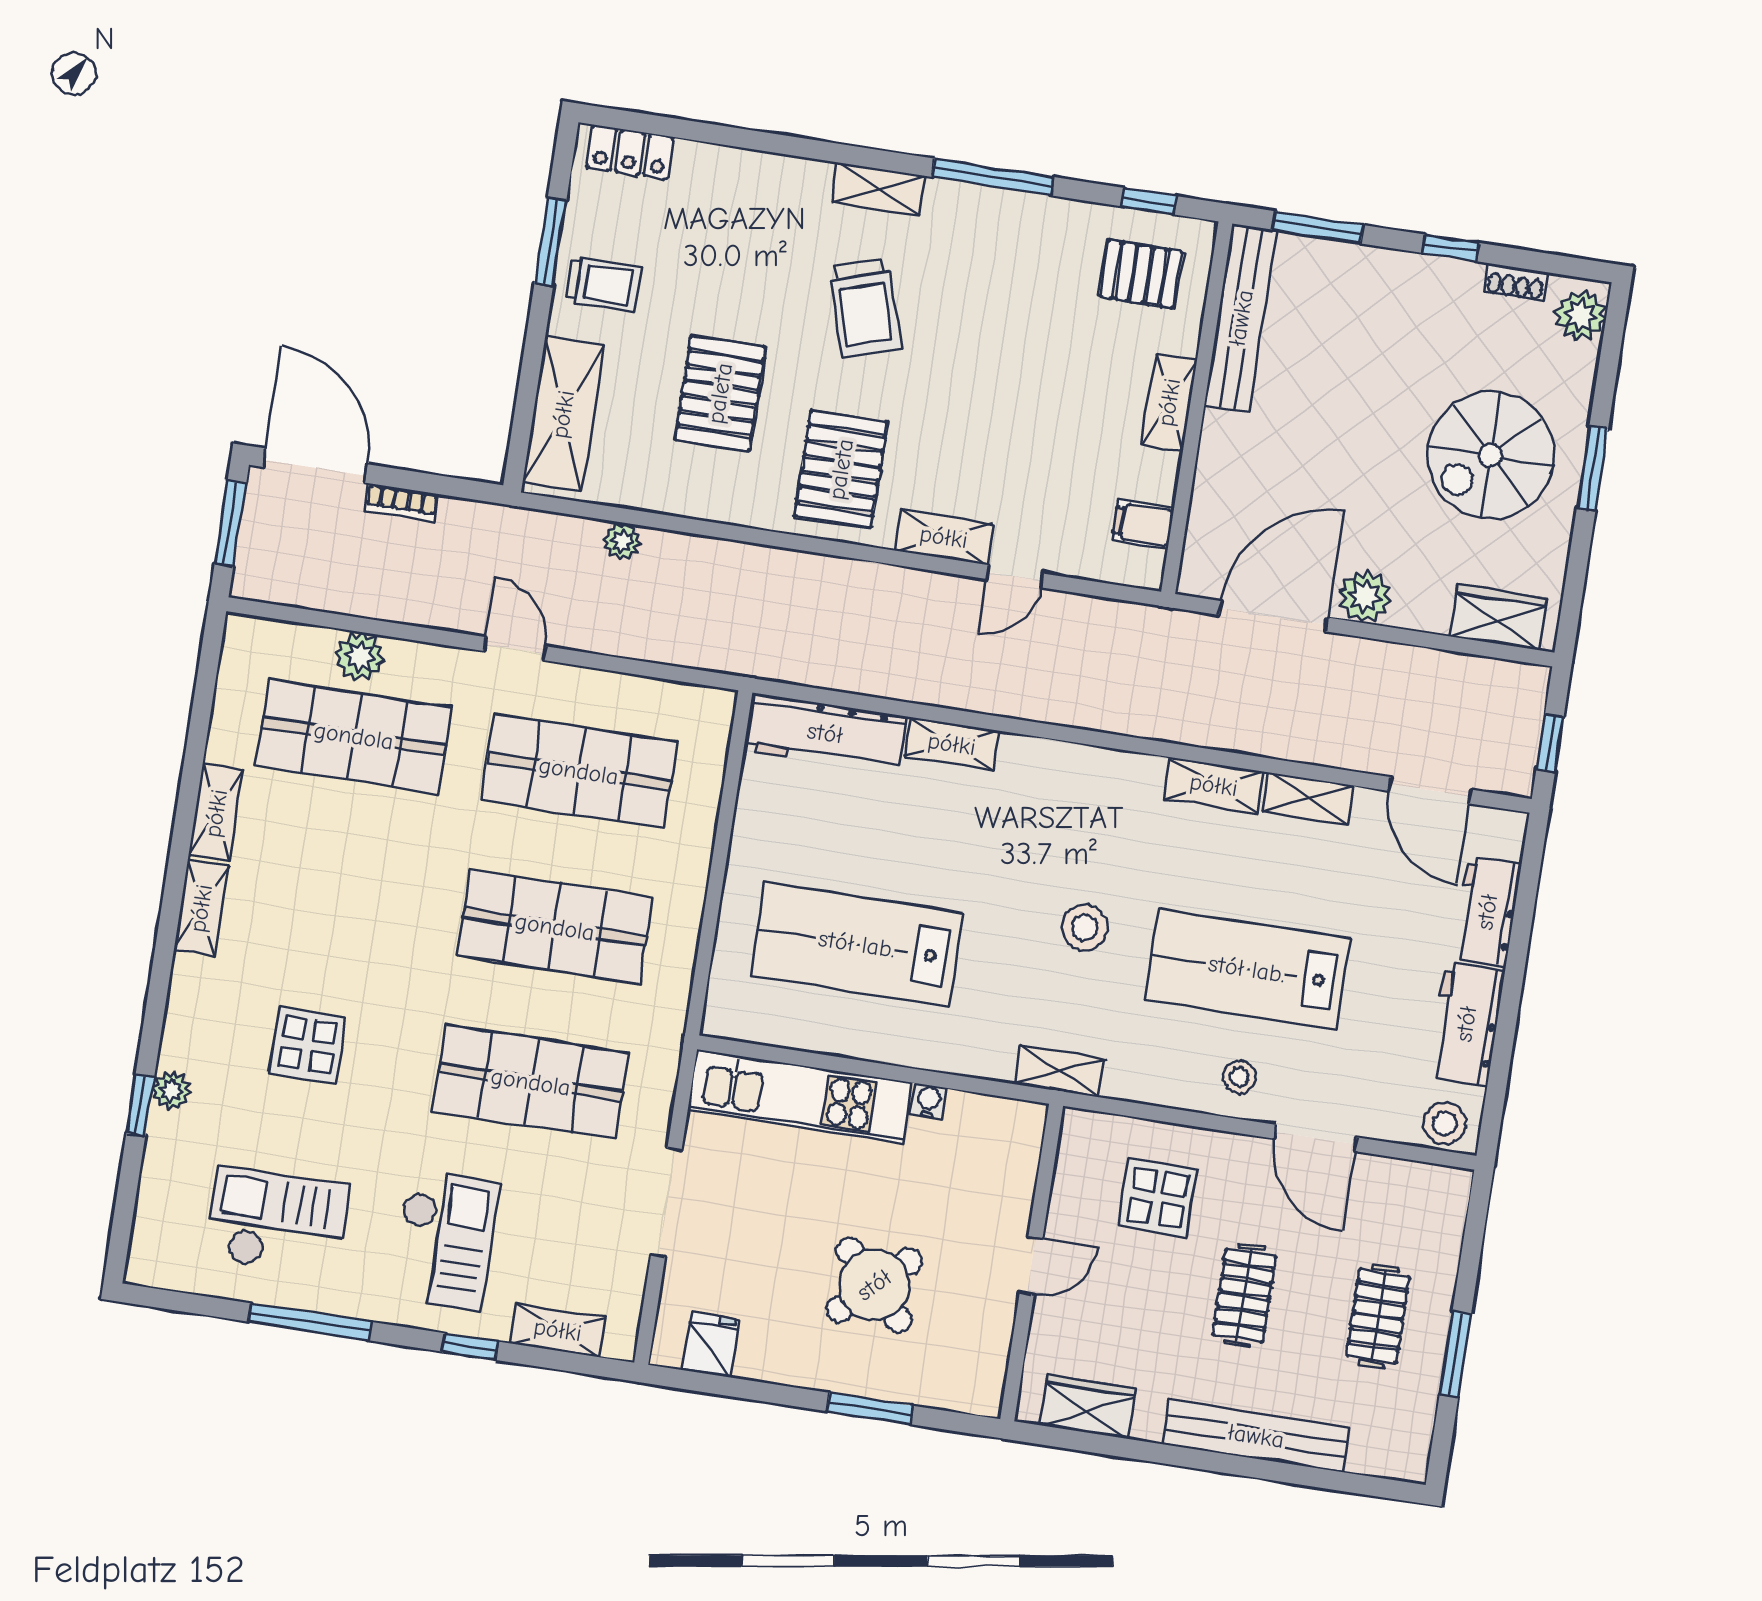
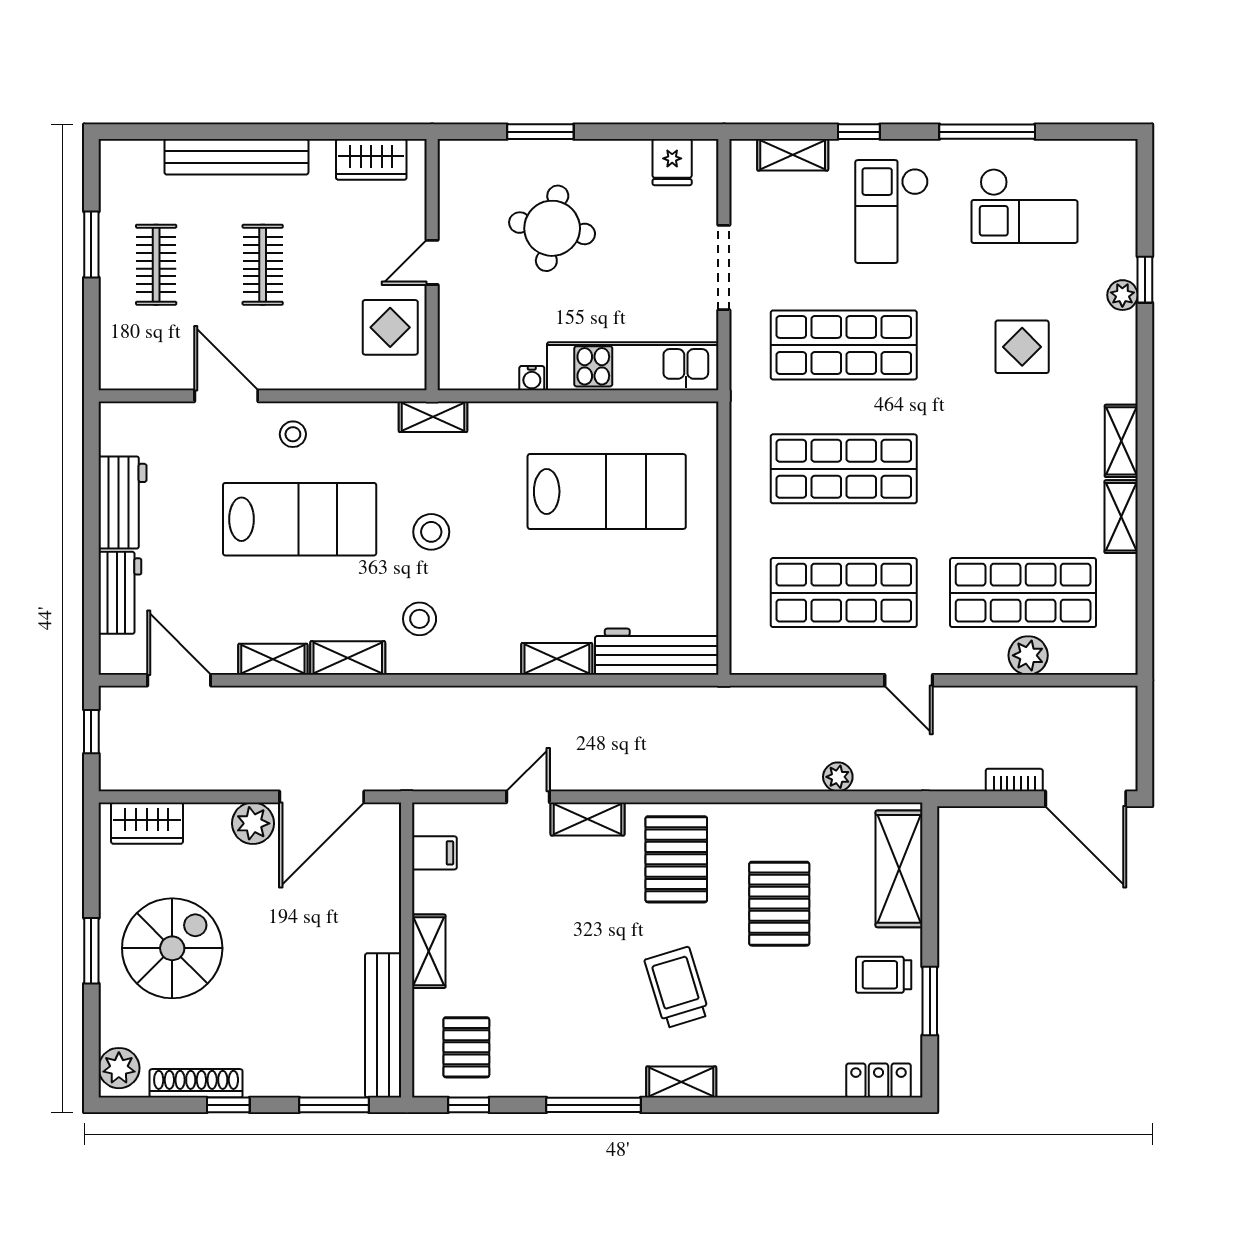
pallet: (1141, 274) -> (466, 1047), turned 90
shoe rack: (1516, 282) -> (196, 1083), width x1.94, depth x1.24
window: (230, 523) -> (1145, 744), removed
stool: (1445, 1123) -> (420, 619), moved
display table: (1158, 1197) -> (390, 327), moved
round table: (874, 1285) -> (552, 228), turned -36

